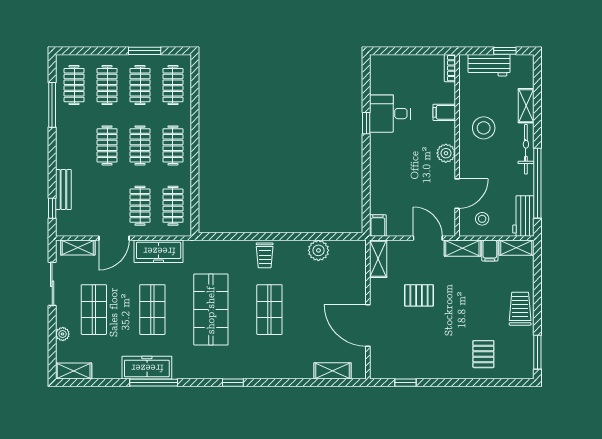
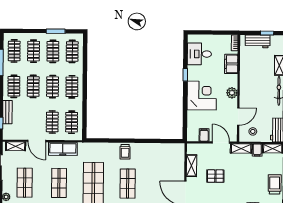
filing cabinet: (444, 112) -> (231, 64), width x2.00
desk: (390, 114) -> (199, 54), moved
stool: (484, 128) -> (254, 78), removed
clothes rail: (74, 145) -> (14, 86), added
corner desk: (394, 158) -> (202, 96), added
filing cabinet: (378, 226) -> (204, 135), moved
door: (114, 238) -> (37, 141), hinge flipped
plant: (318, 250) -> (157, 149), removed
shelving: (378, 259) -> (192, 166), moved

